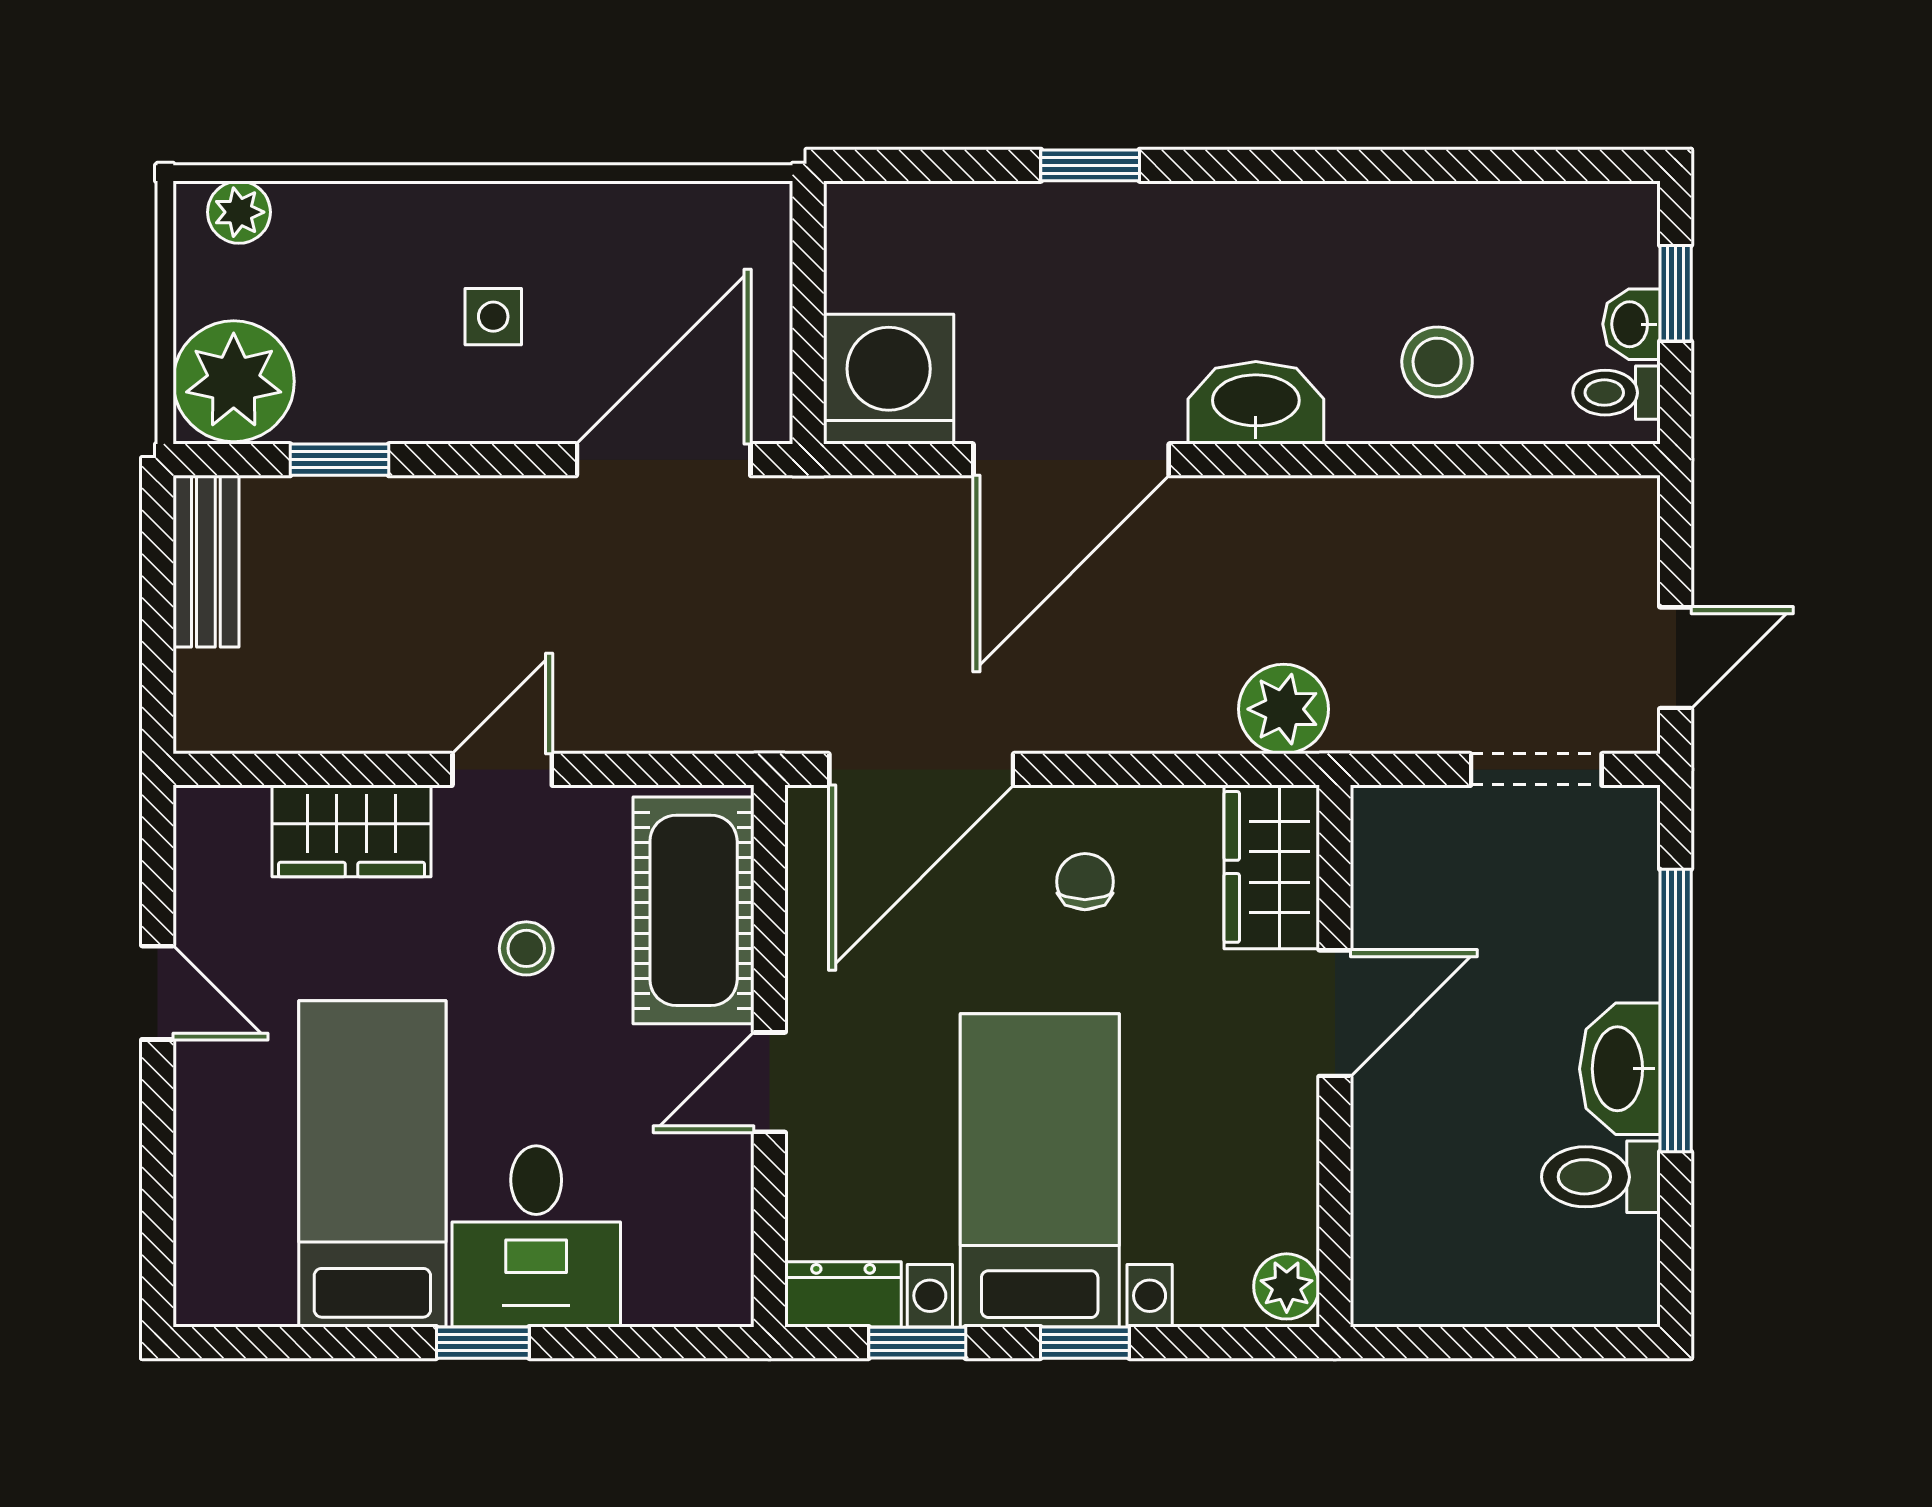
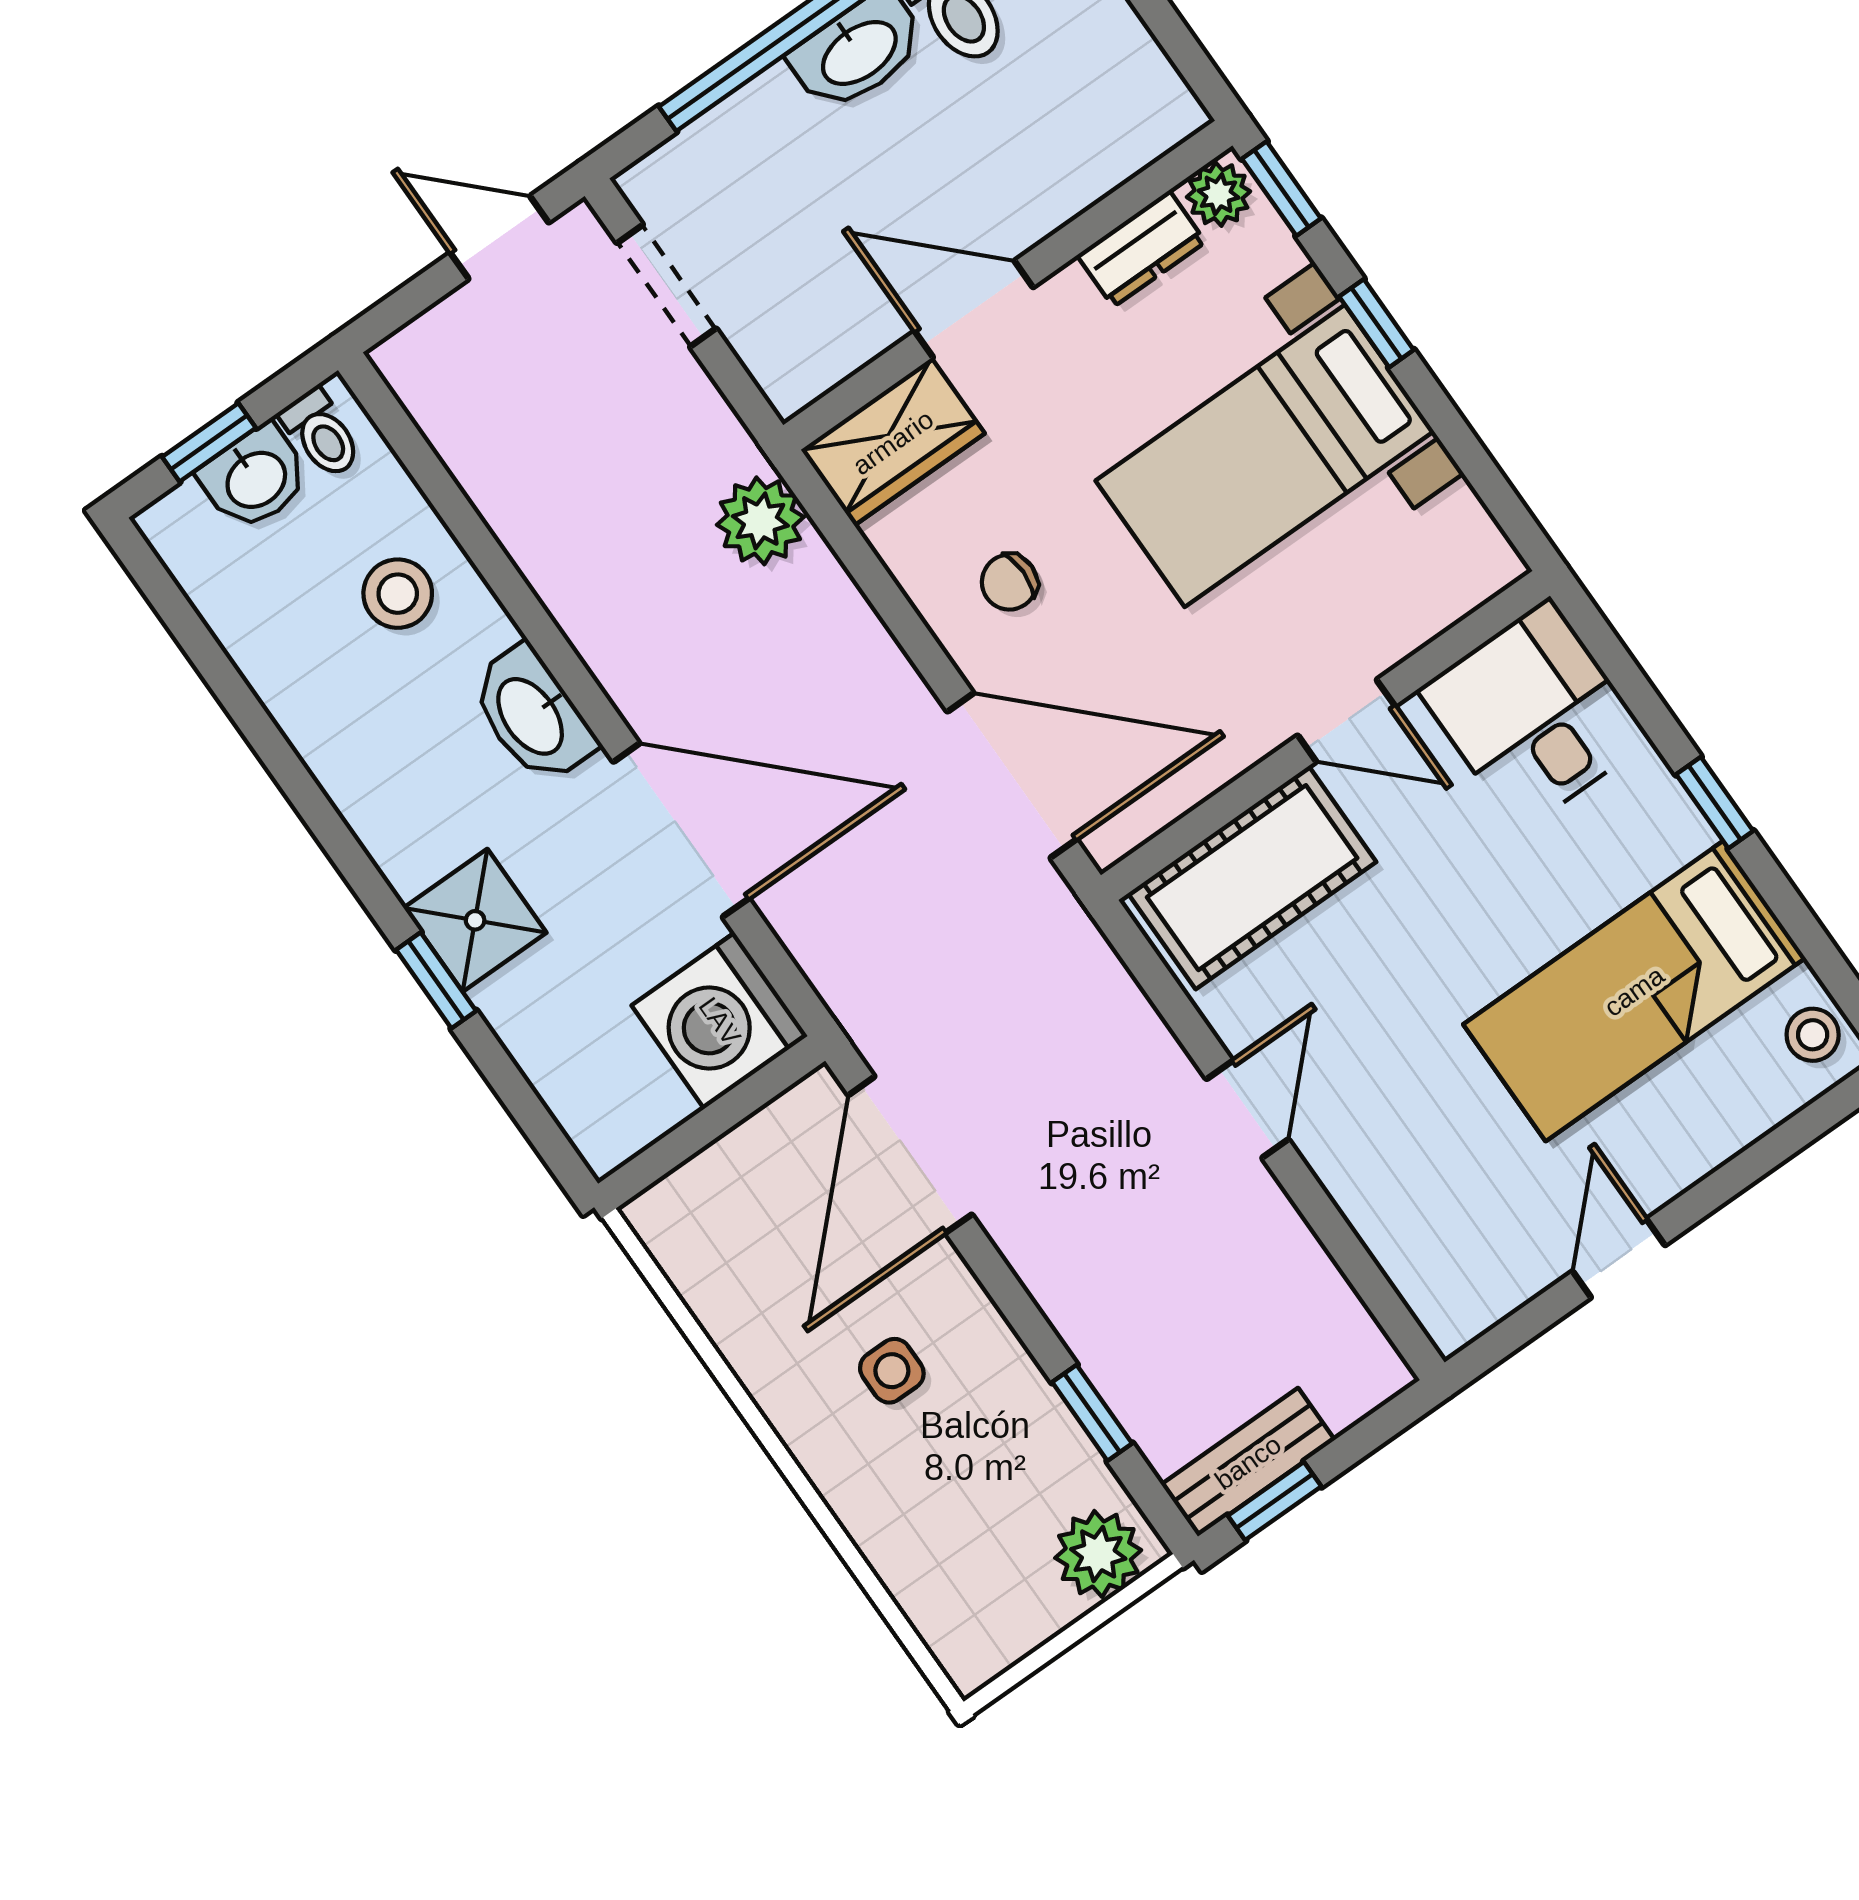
plant: (239, 212) -> (951, 1632), removed
shower: (1117, 234) -> (475, 920), added
washbasin: (1631, 324) -> (255, 478), width x1.38, depth x1.45
plant: (234, 381) -> (1098, 1554), width x0.73, depth x0.73
door: (664, 460) -> (910, 1155), hinge flipped
window: (158, 560) -> (1275, 1501), added
door: (502, 769) -> (1247, 1109), swing flipped
wardrobe: (352, 831) -> (1381, 1195), removed
stool: (526, 948) -> (1813, 1035), moved
desk: (536, 1236) -> (1534, 715), moved, turned -90
dresser: (843, 1294) -> (1141, 249), moved, turned -90
window: (917, 1343) -> (1281, 189), moved

